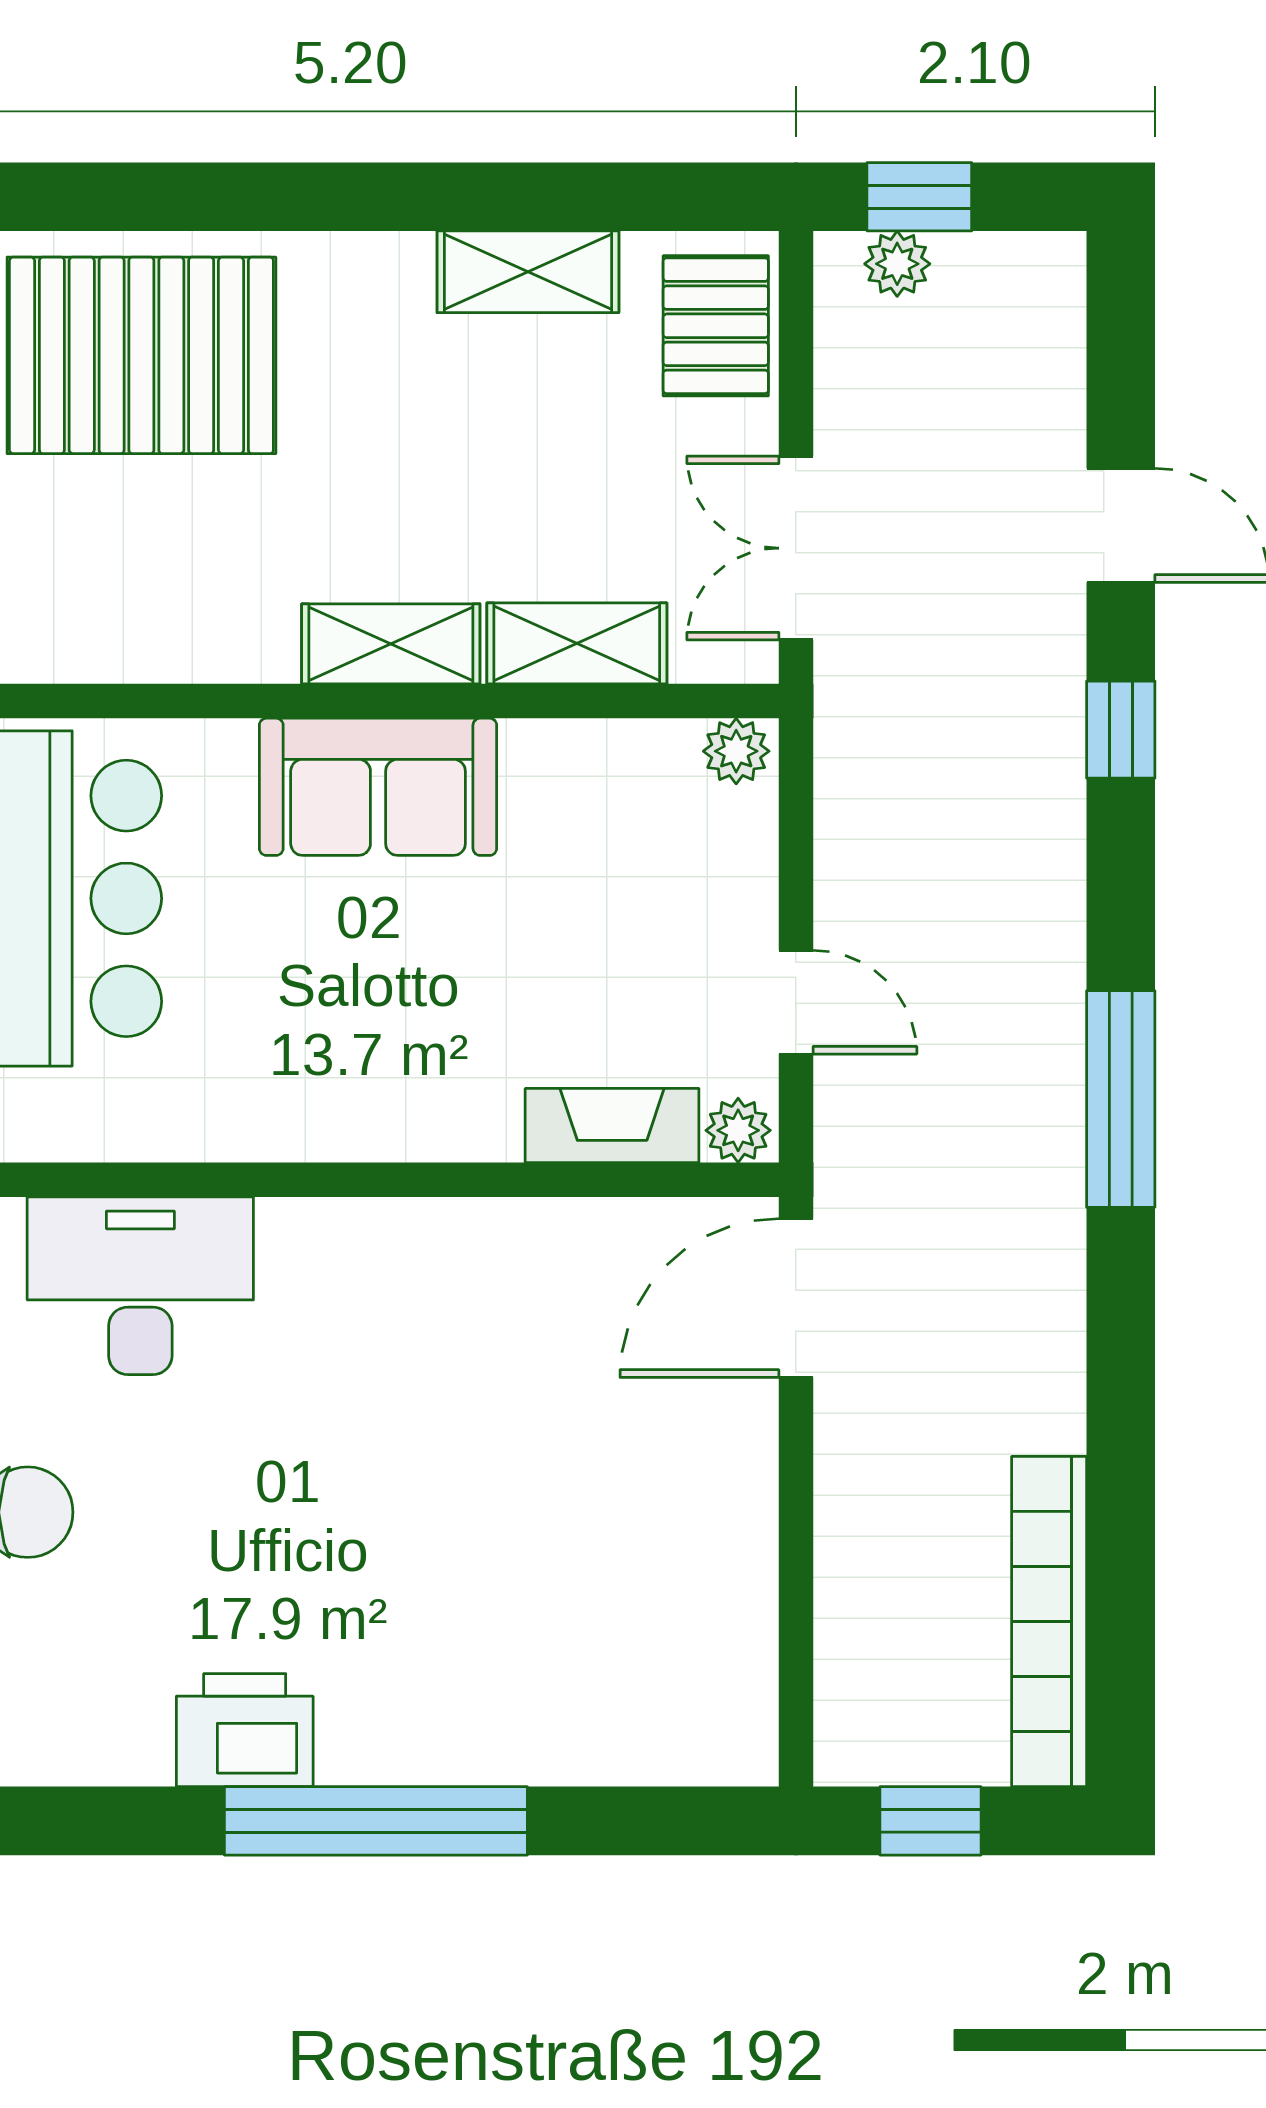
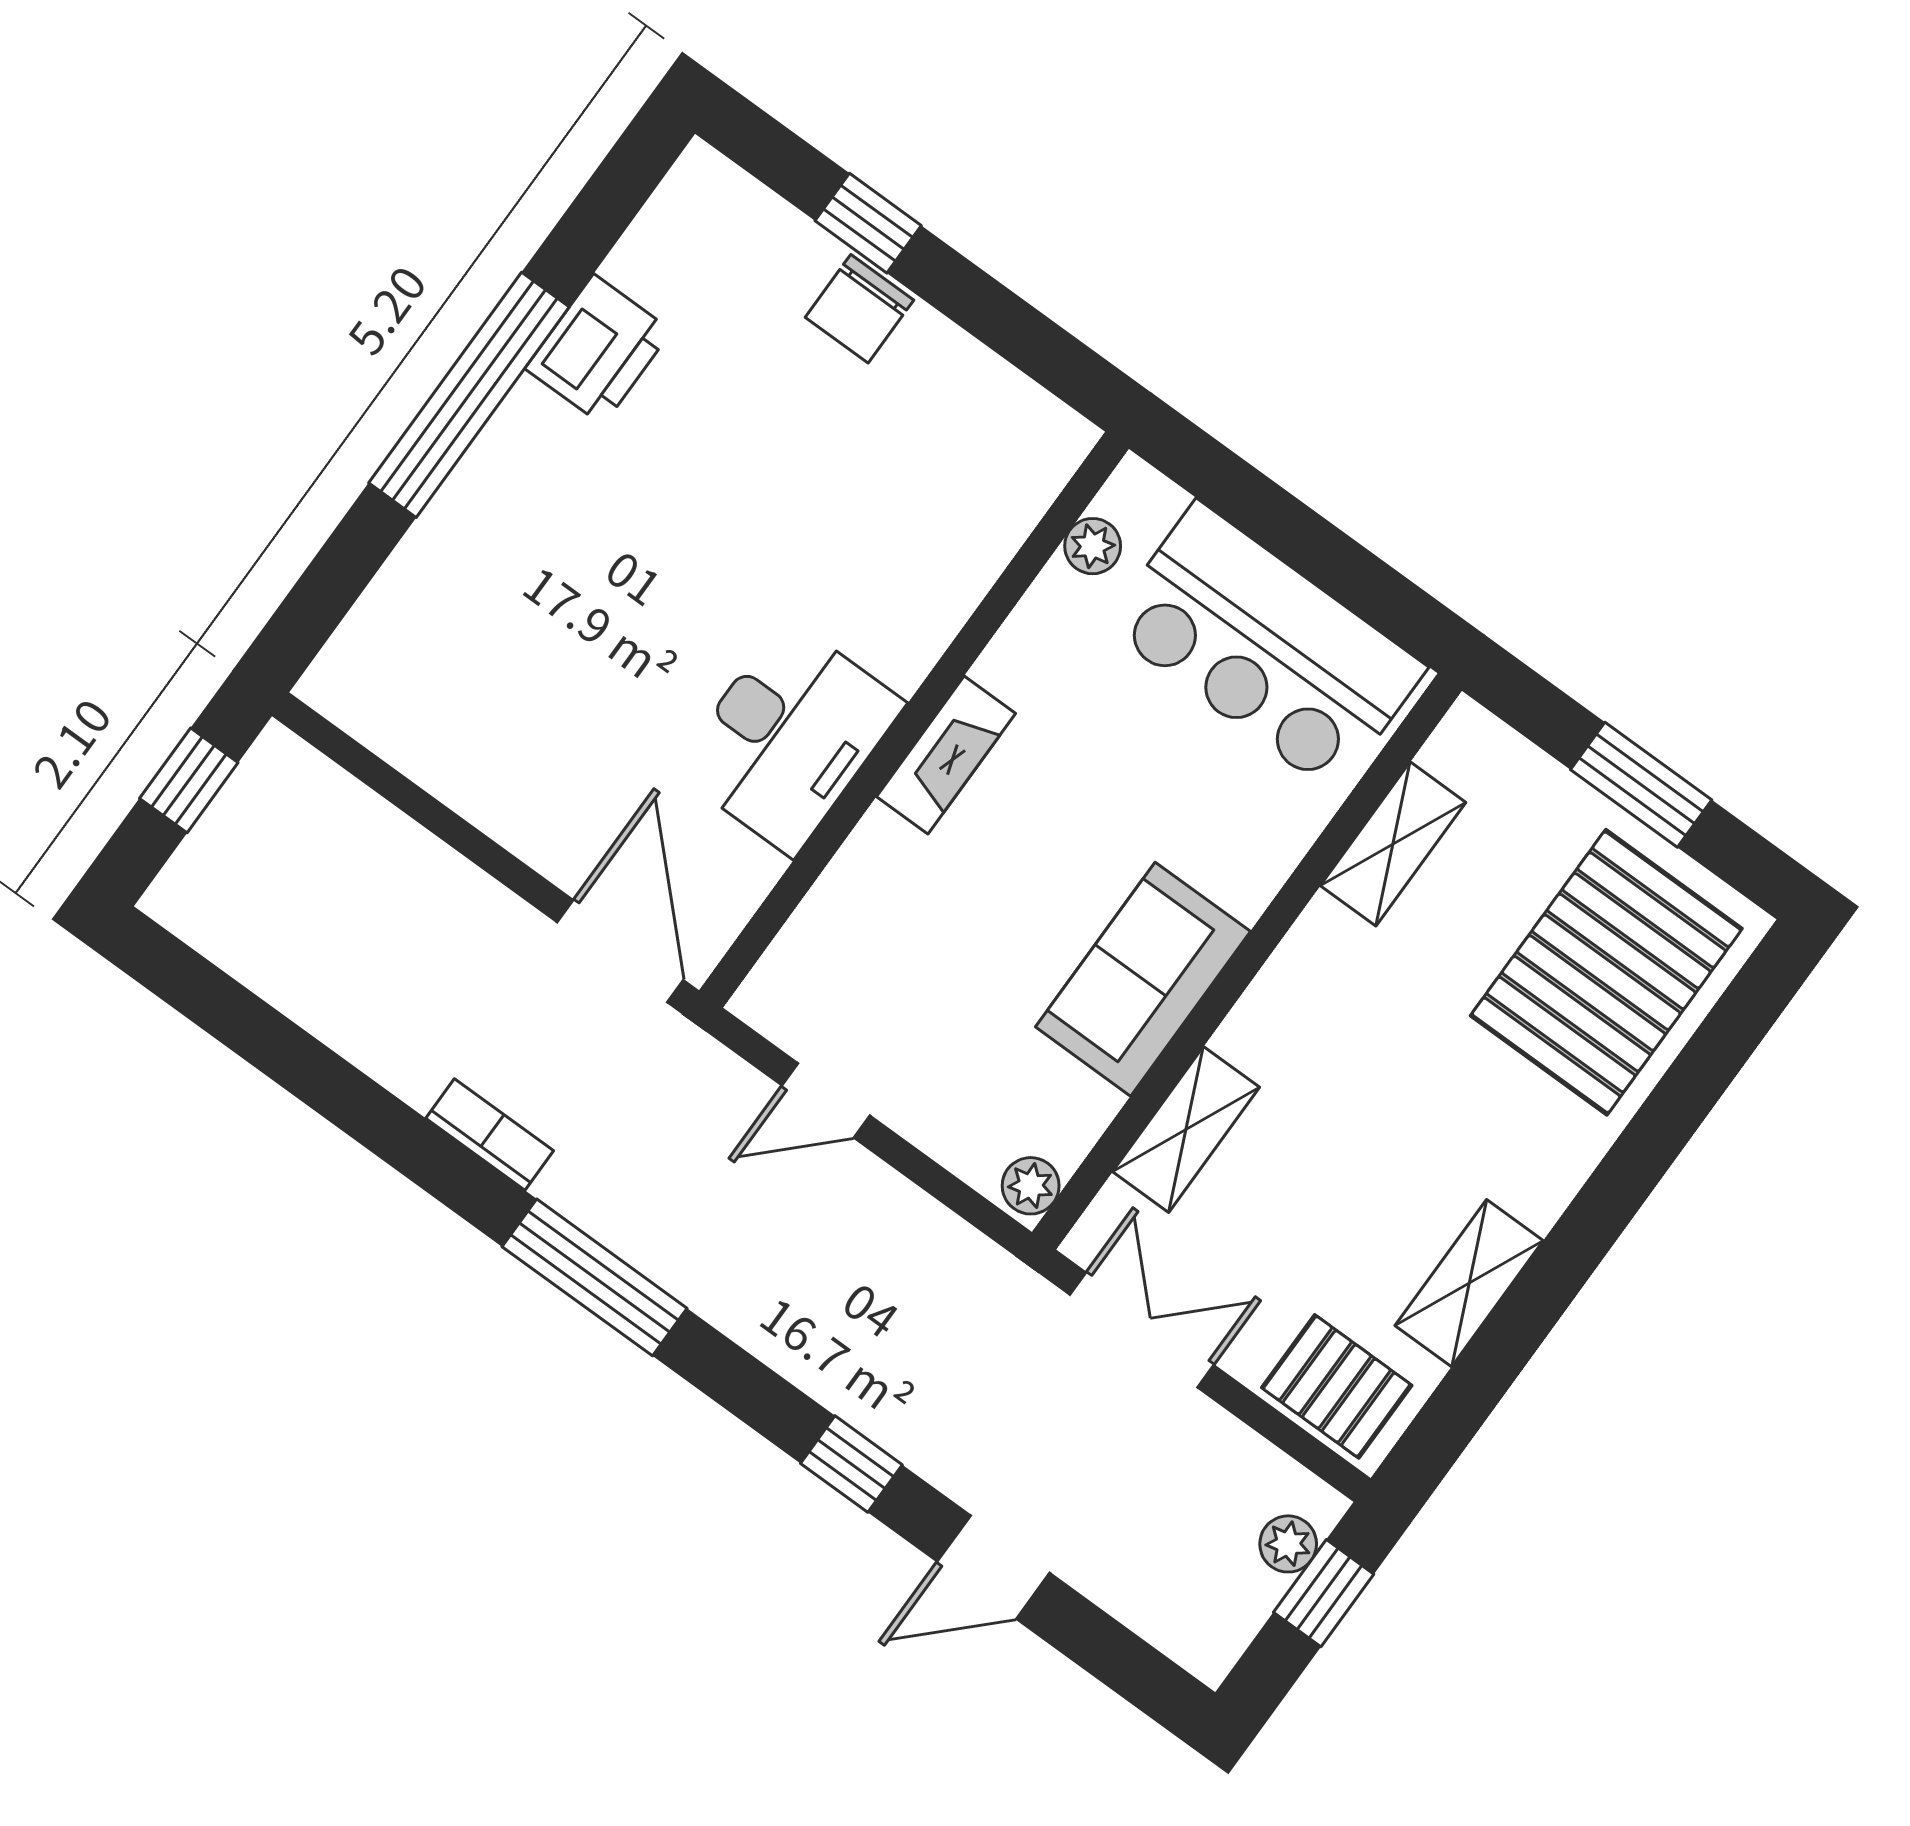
shelving: (391, 644) -> (1393, 844), moved
sofa: (378, 787) -> (1143, 979), moved
fireplace: (612, 1126) -> (946, 755), moved
plant: (738, 1130) -> (1093, 546), moved
desk: (140, 1286) -> (789, 737), moved
bookcase: (1049, 1622) -> (490, 1135), moved, width x0.43, depth x0.76

